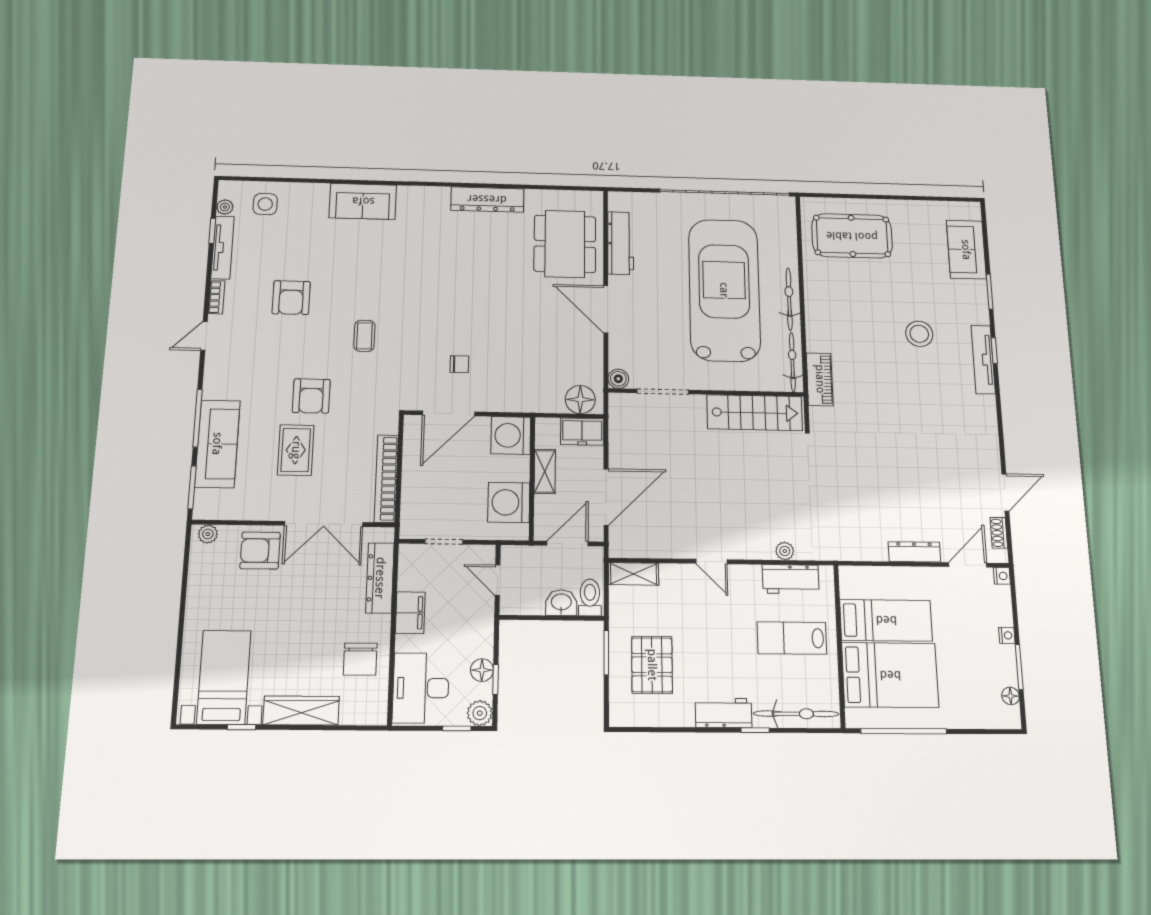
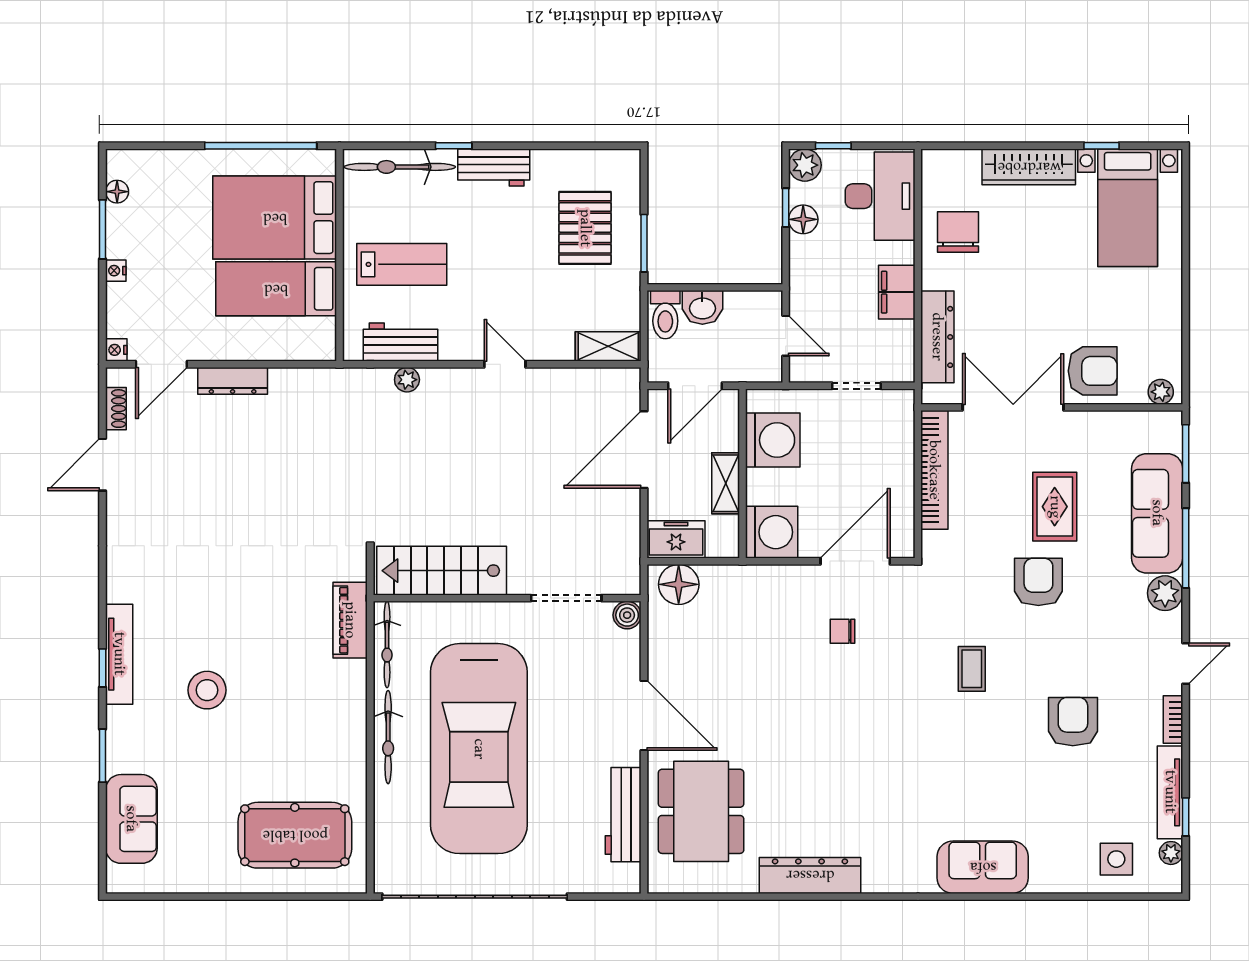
plant: (216, 386) -> (1165, 593), added

